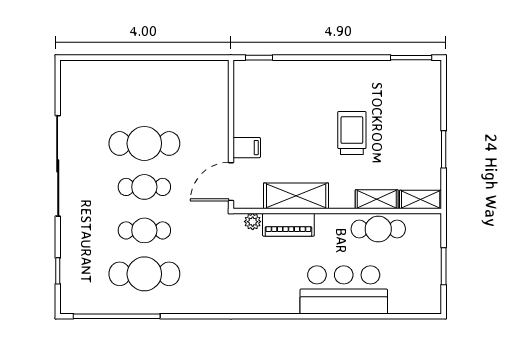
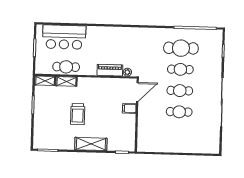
cafe table: (144, 143) -> (179, 112), width x0.73, depth x0.74
shelving: (296, 196) -> (91, 144), moved
bar counter: (344, 290) -> (64, 37), moved

